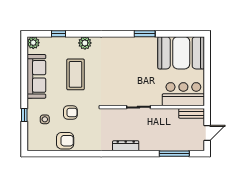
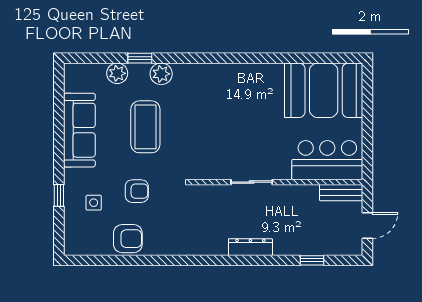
window: (59, 34) -> (140, 58), moved
window: (145, 34) -> (262, 58), removed
plant: (33, 43) -> (117, 73), moved
dresser: (126, 146) -> (250, 247), moved
window: (174, 154) -> (312, 260), width x0.46

